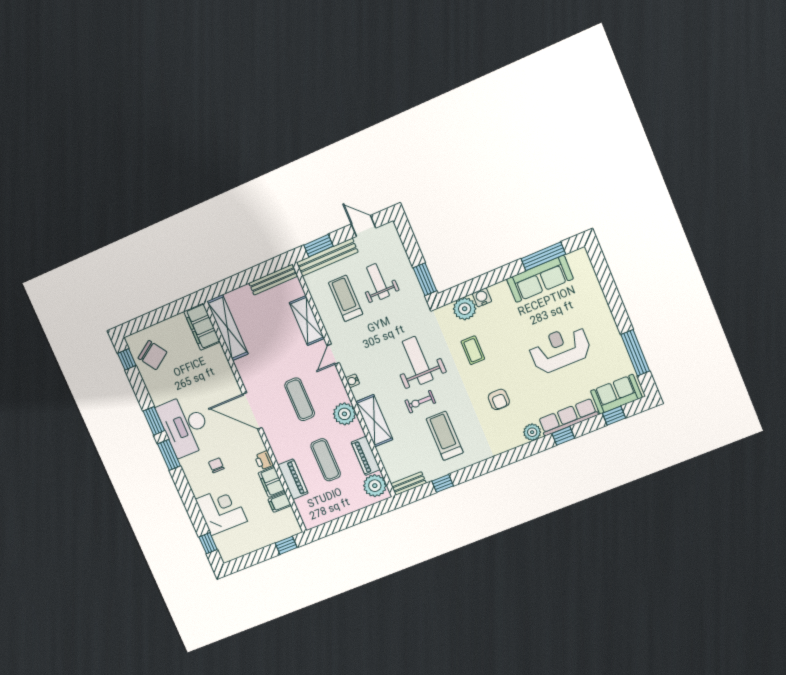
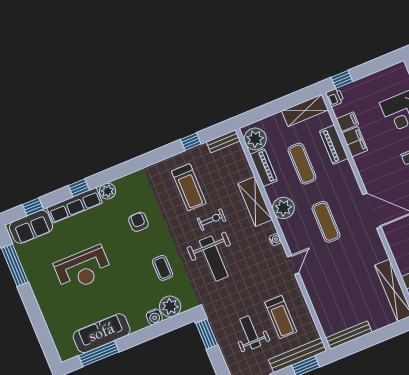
weight bench: (378, 282) -> (250, 332), turned 180
shelving: (307, 321) -> (305, 110), moved, turned 90
printer: (264, 460) -> (335, 97), moved

